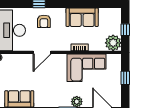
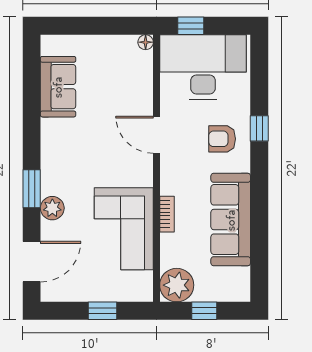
sofa: (82, 17) -> (231, 220), width x1.36

